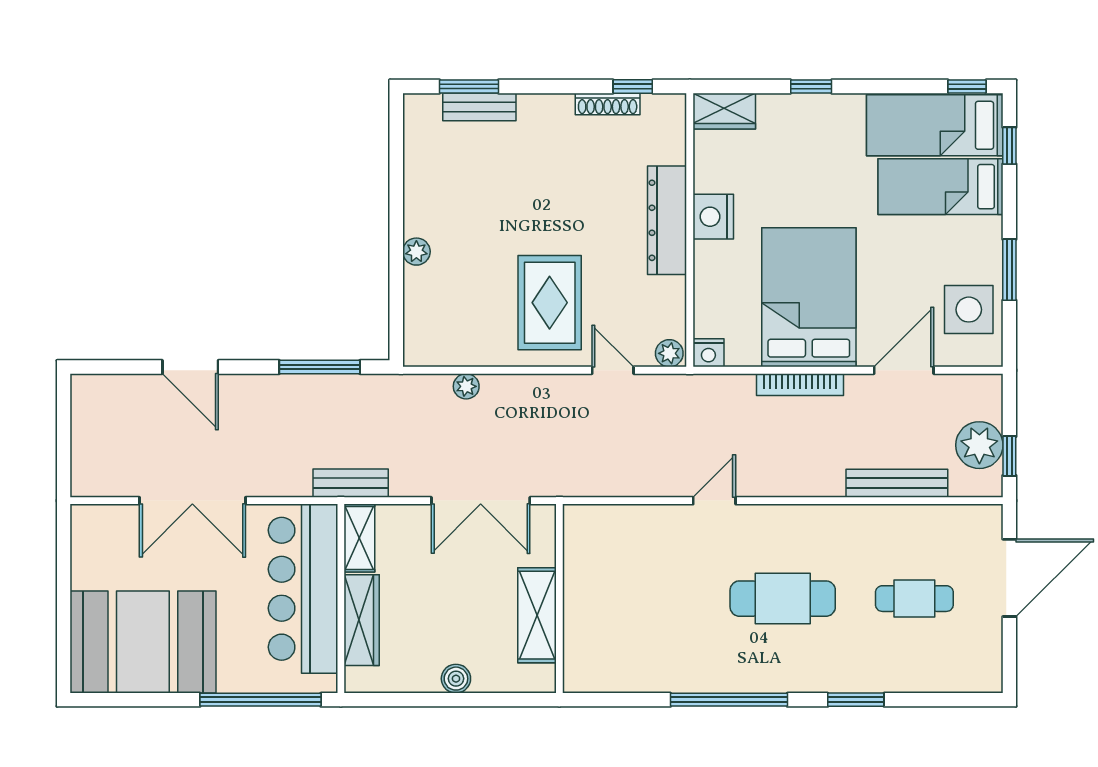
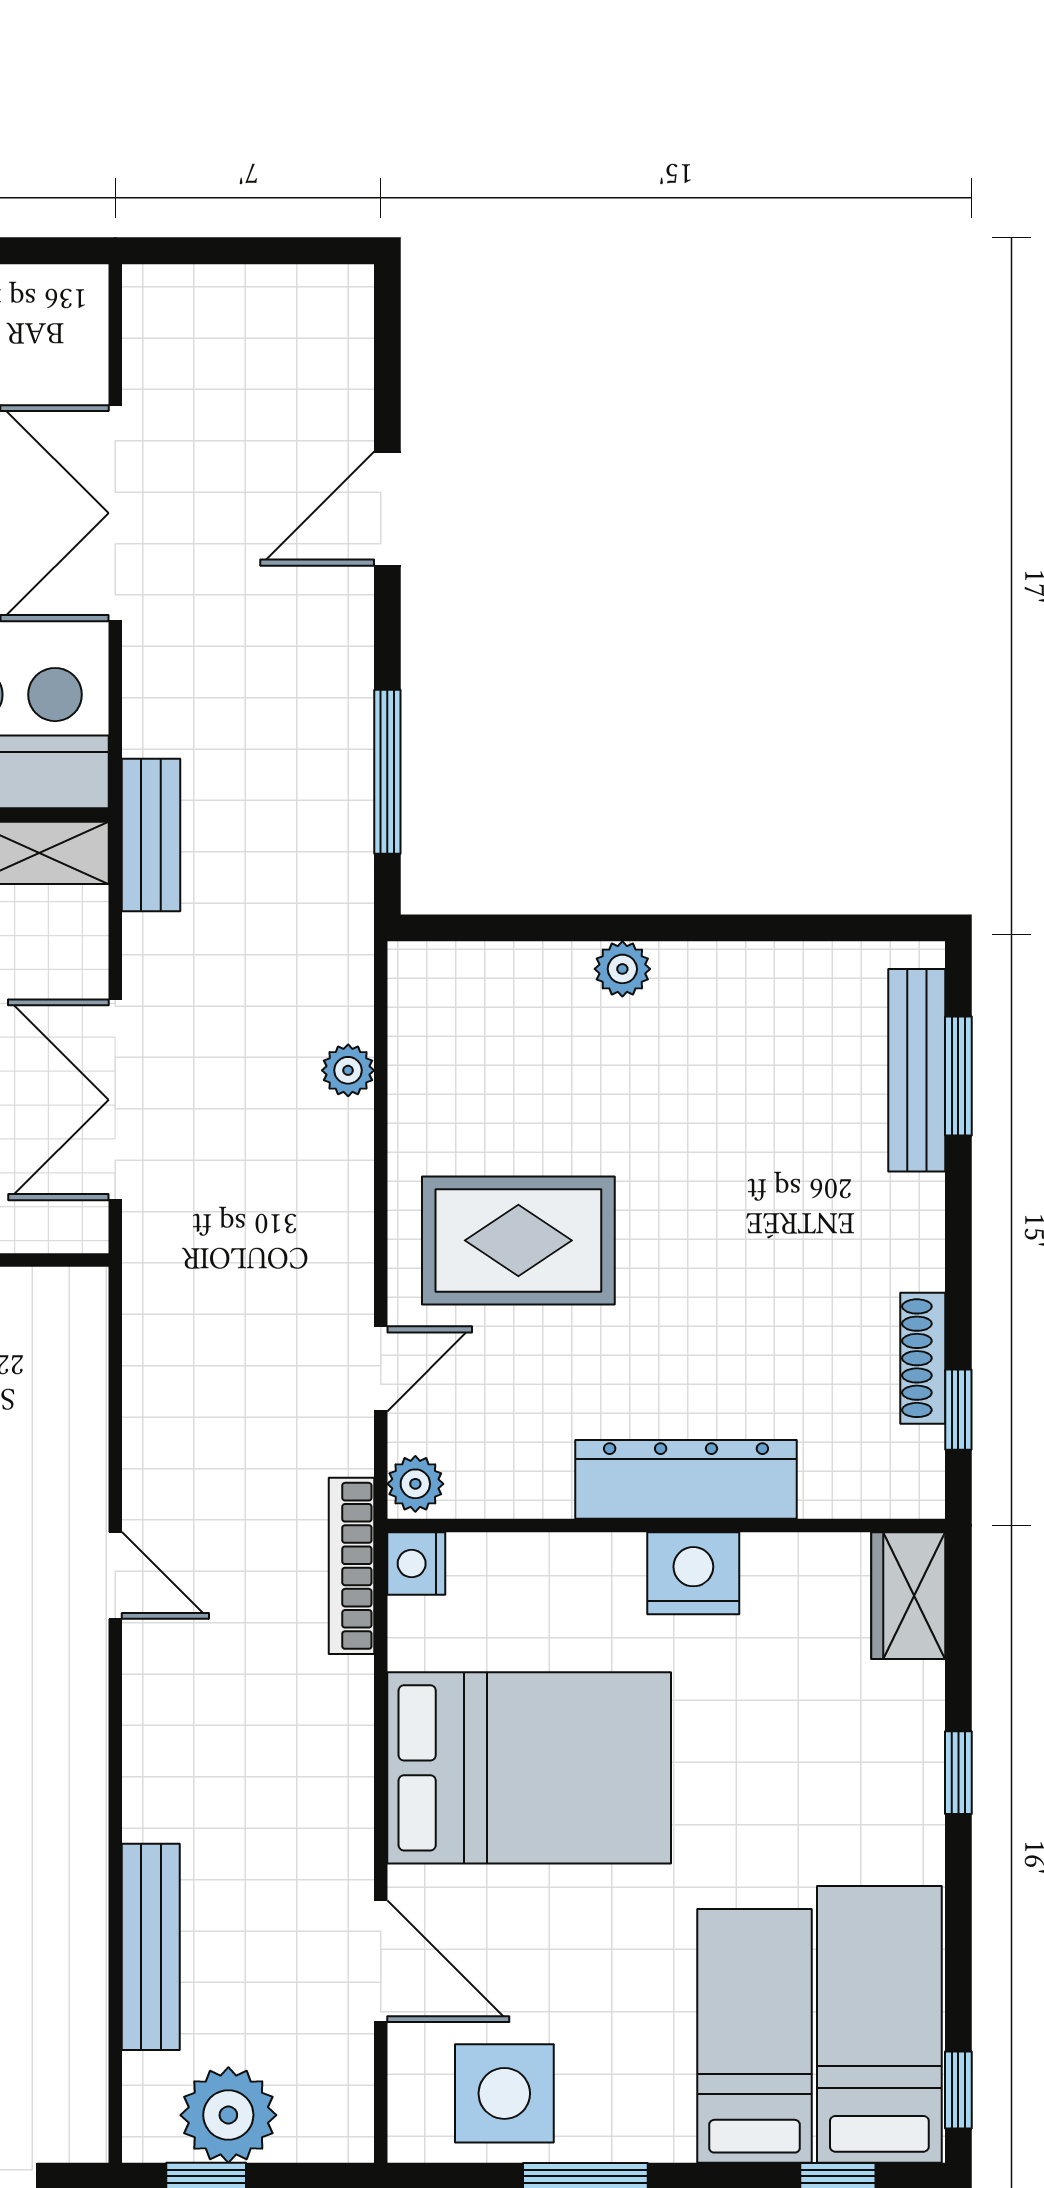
bench: (479, 107) -> (917, 1070), width x1.36
bookcase: (800, 385) -> (351, 1566), moved

